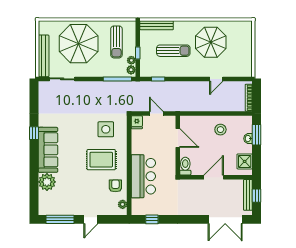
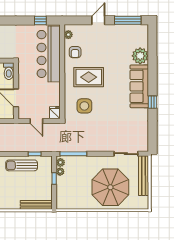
sun lounger: (116, 42) -> (74, 189), removed
sun lounger: (173, 51) -> (22, 165), moved
bar counter: (143, 176) -> (49, 54), width x1.36

